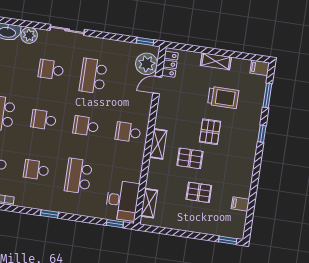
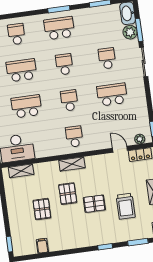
window: (30, 24) -> (139, 30), added
plant: (147, 64) -> (140, 139), width x0.53, depth x0.53
school desk: (36, 170) -> (21, 70), width x1.85

